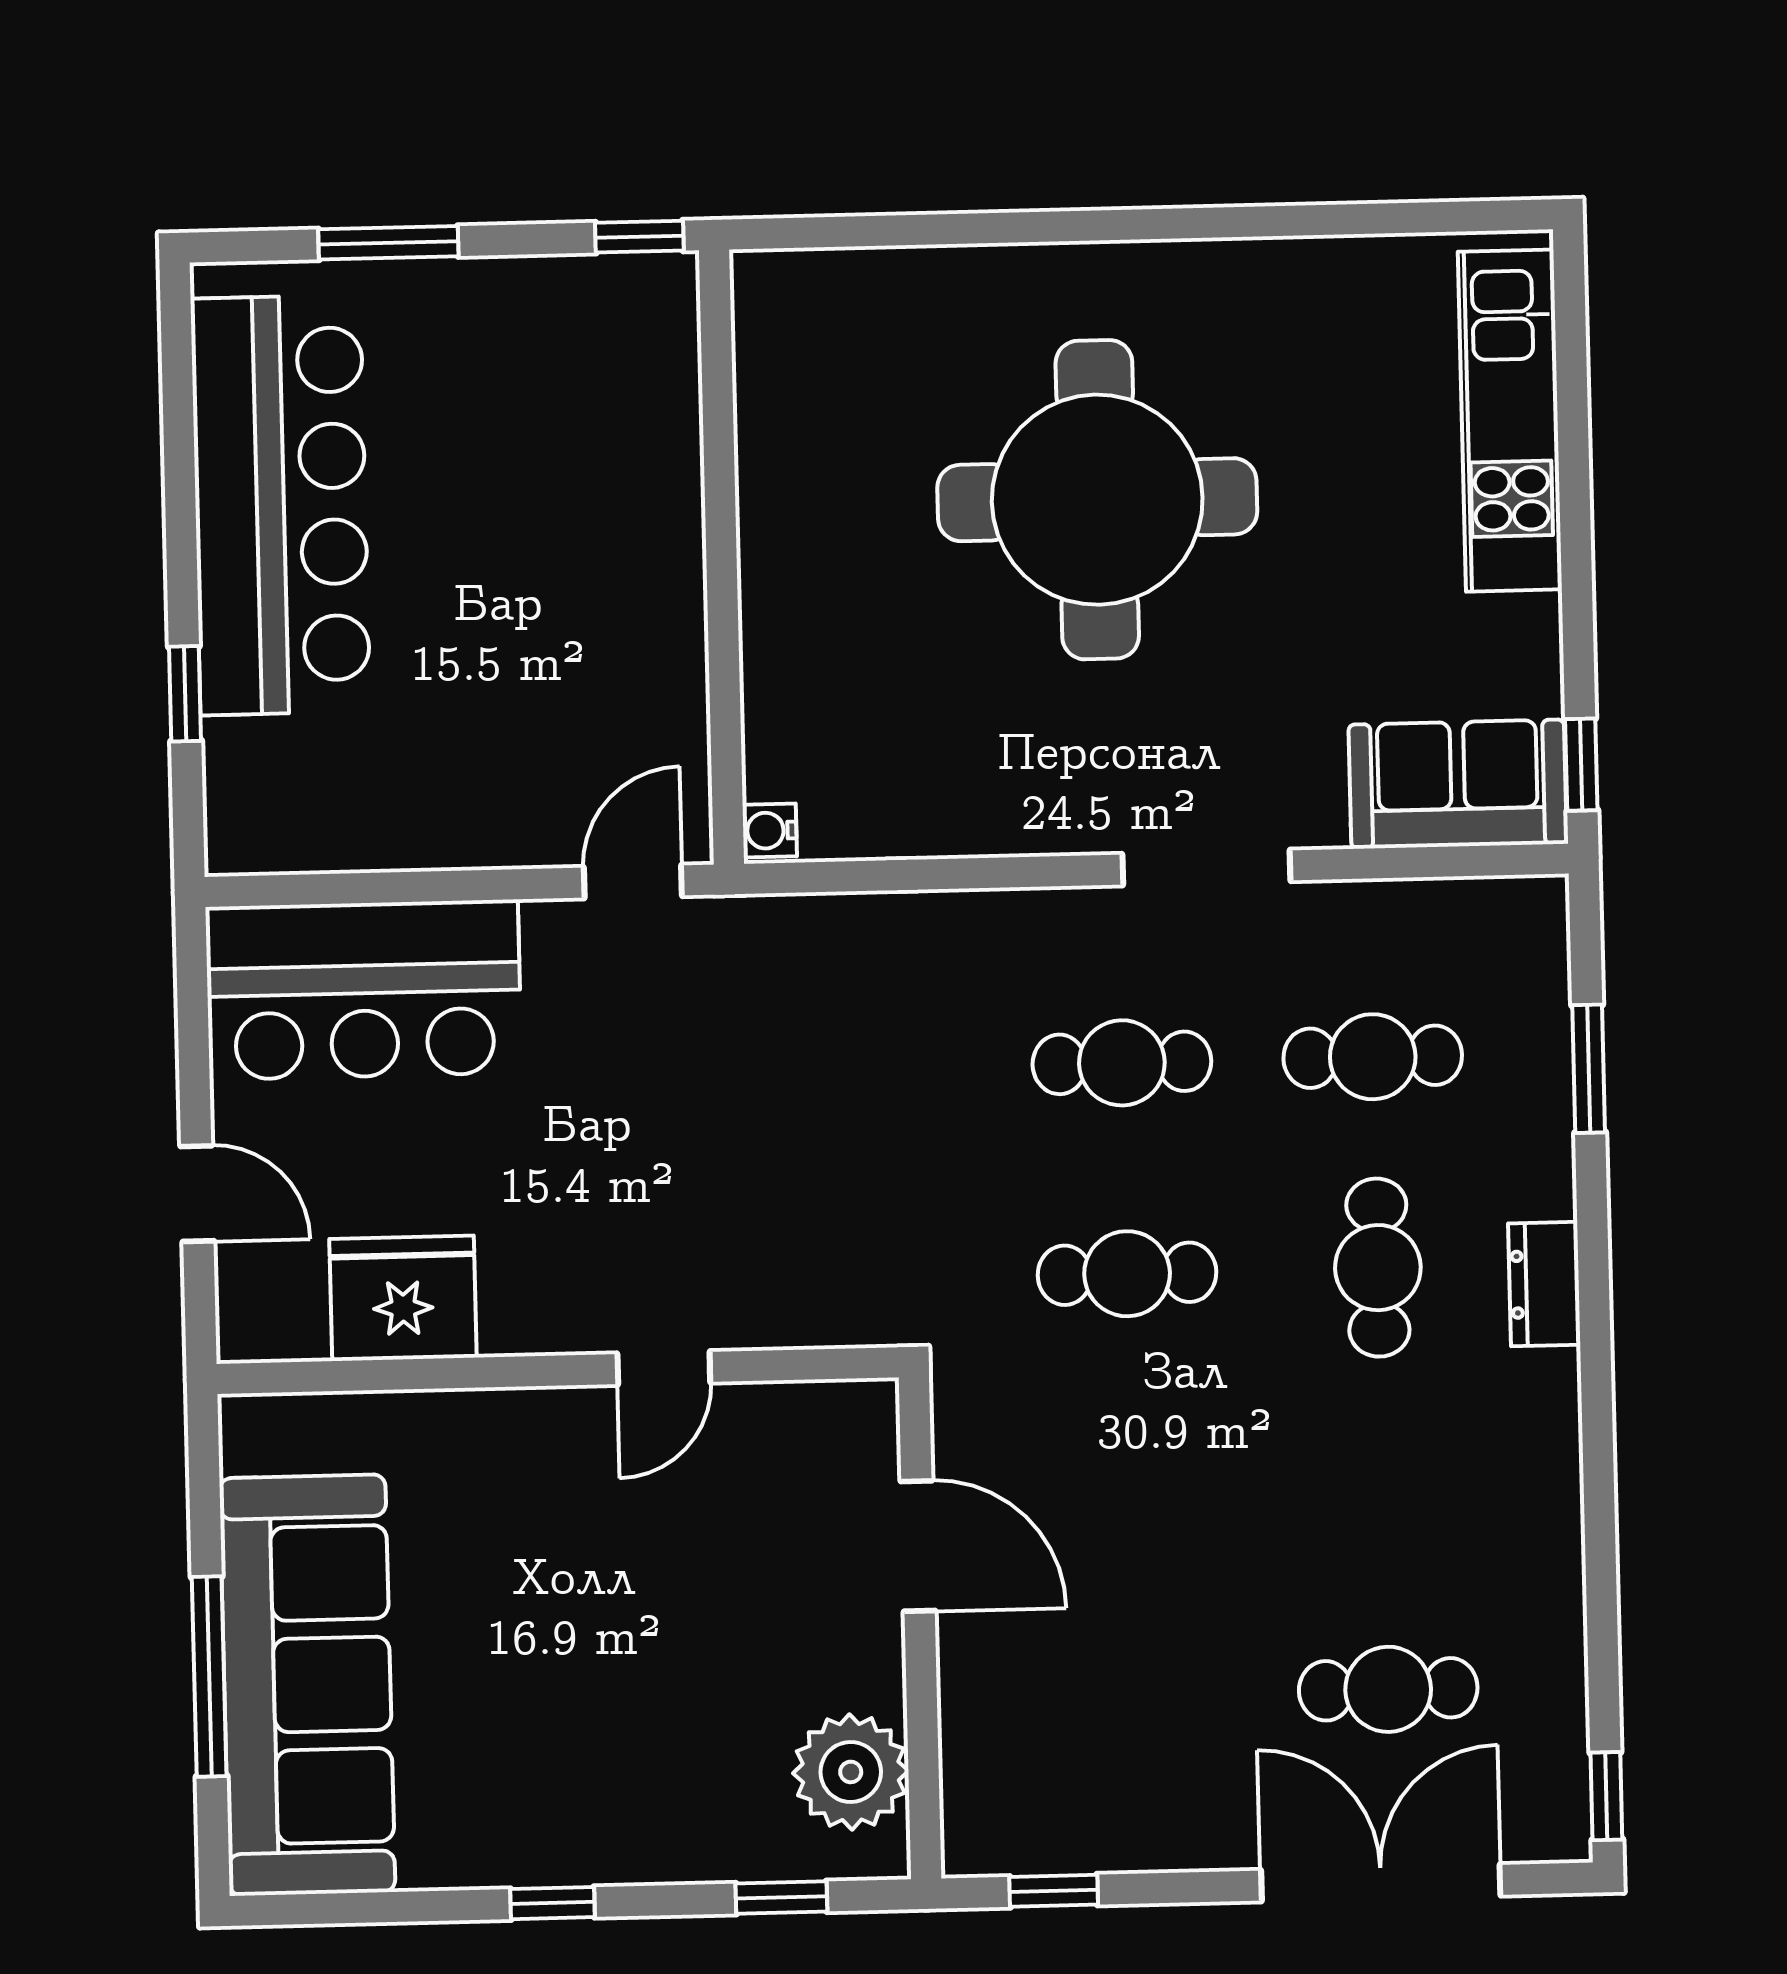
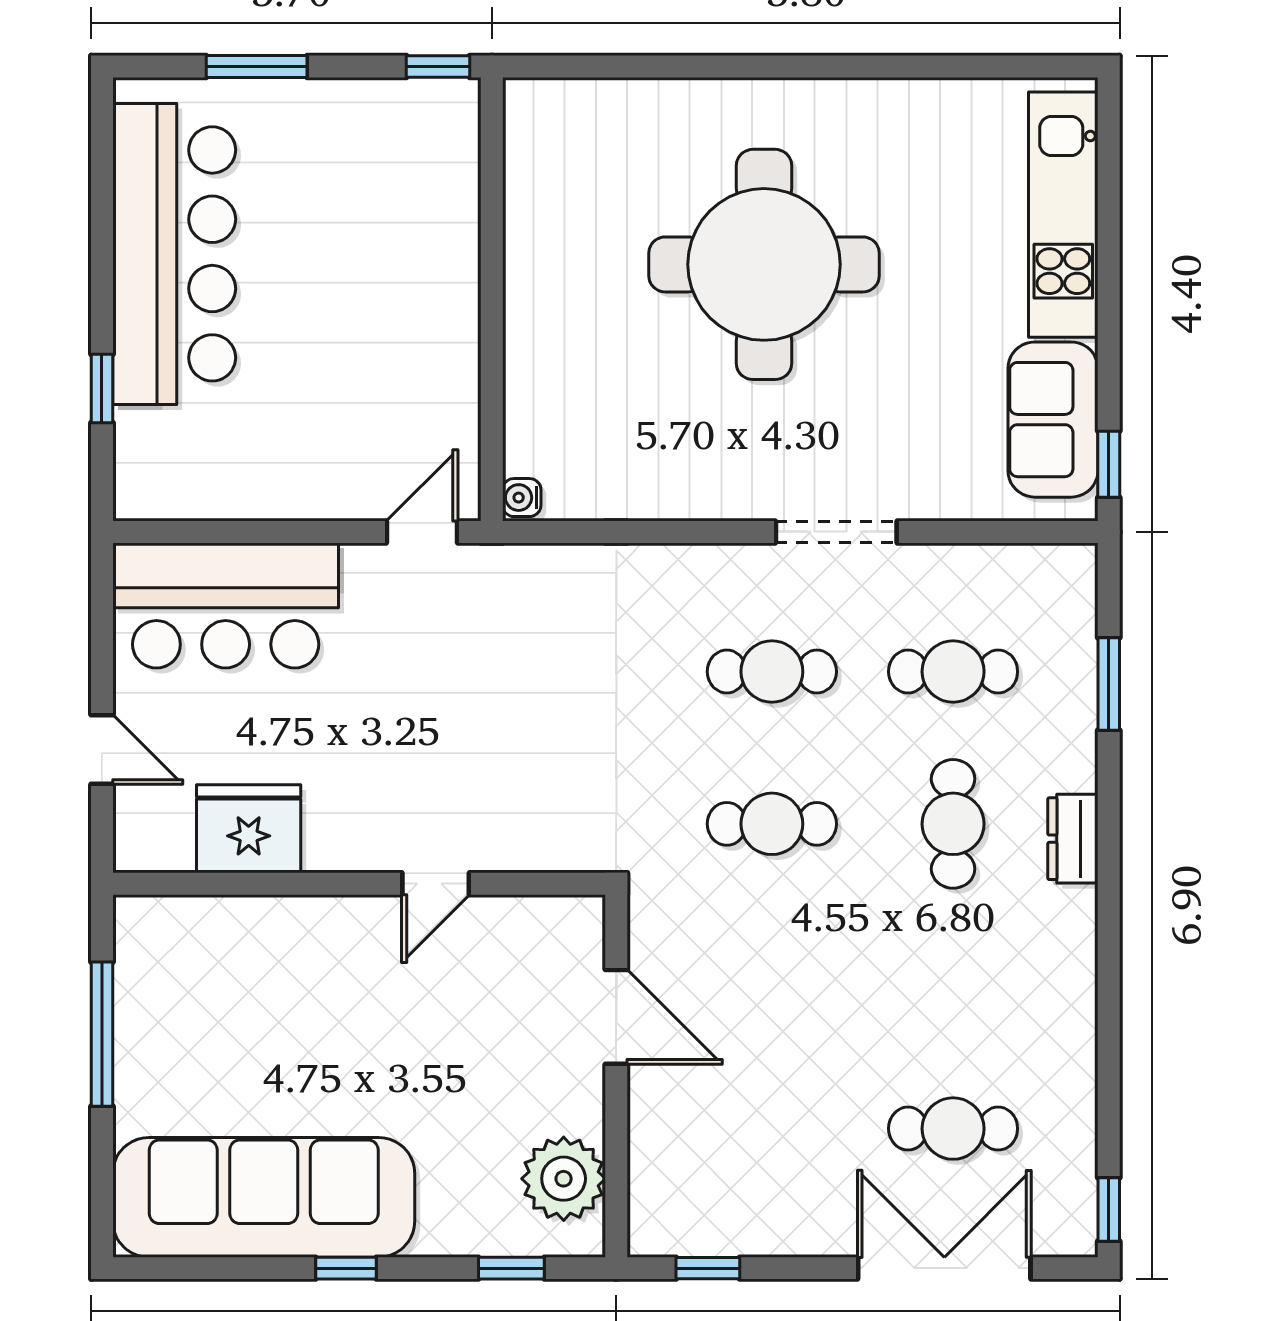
sofa: (1458, 784) -> (1053, 420), moved, turned -90
window: (209, 1677) -> (102, 1034), moved
sofa: (307, 1685) -> (264, 1197), moved, turned -90

